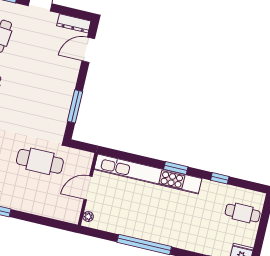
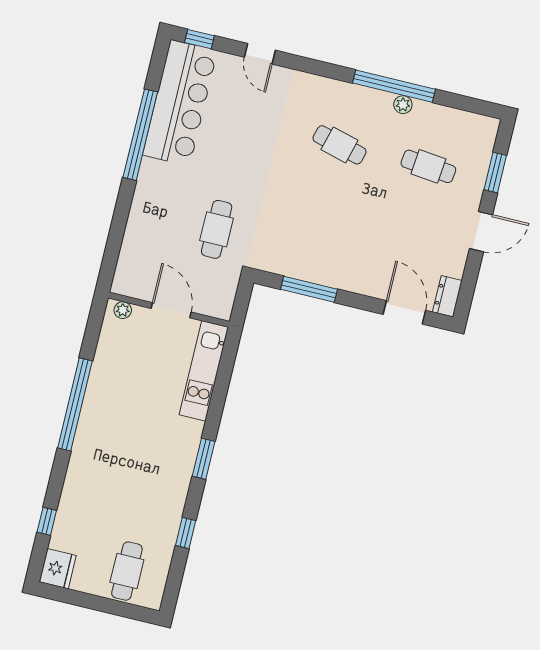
dresser: (74, 23) -> (447, 296), width x0.70
cafe table: (40, 161) -> (217, 229), width x0.73, depth x0.74
kitchen unit: (148, 174) -> (204, 371), width x0.54

